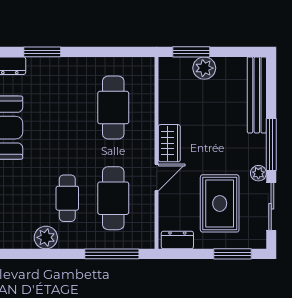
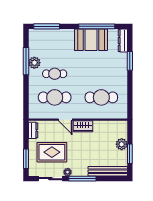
window: (191, 52) -> (130, 154), moved
window: (112, 254) -> (26, 61), moved

